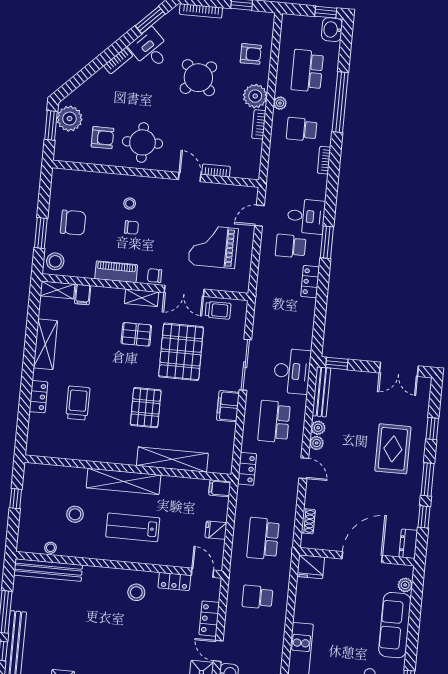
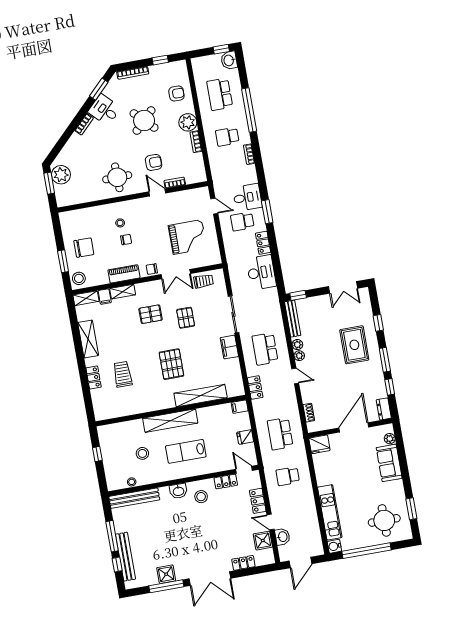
plant: (280, 103) -> (207, 123), removed
armchair: (103, 138) -> (154, 162), moved
door: (259, 216) -> (214, 206), swing flipped
grand piano: (213, 246) -> (188, 237), turned 180
shelving: (142, 298) -> (123, 292), moved
pallet: (181, 352) -> (186, 318), width x0.49, depth x0.50
desk: (292, 371) -> (261, 272), moved
washbasin: (109, 577) -> (178, 491), added
sofa: (395, 625) -> (389, 463), width x0.73

